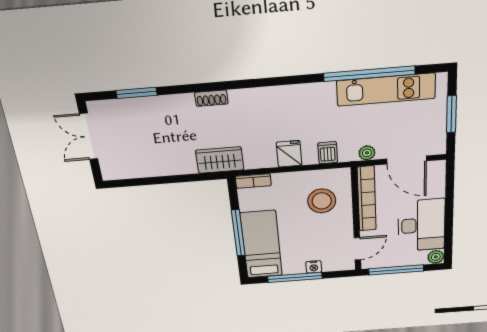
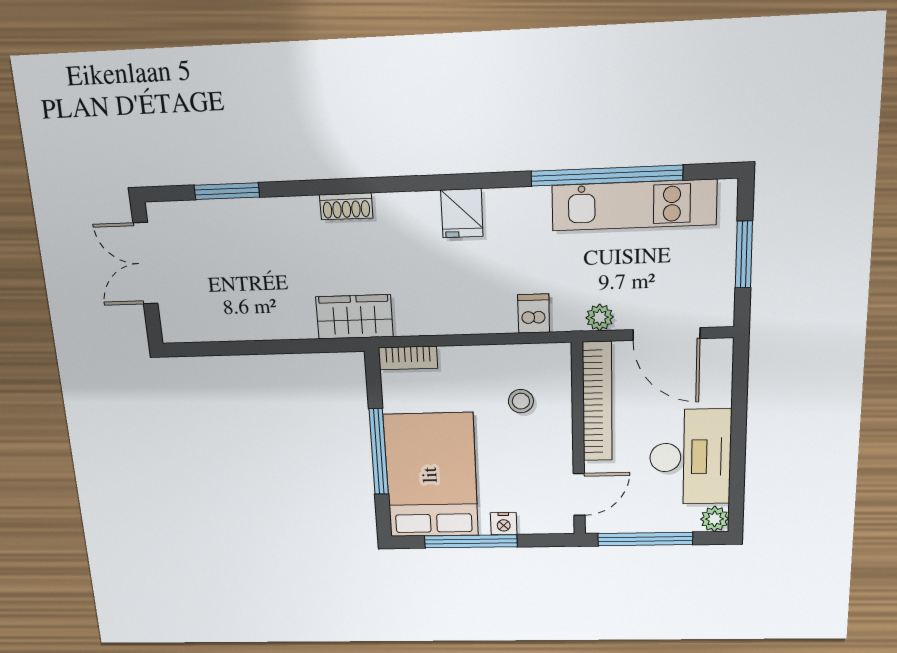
fridge: (289, 154) -> (462, 213), moved, turned 180
stool: (322, 201) -> (521, 401), width x0.53, depth x0.53
bed: (261, 245) -> (431, 475), width x1.50

